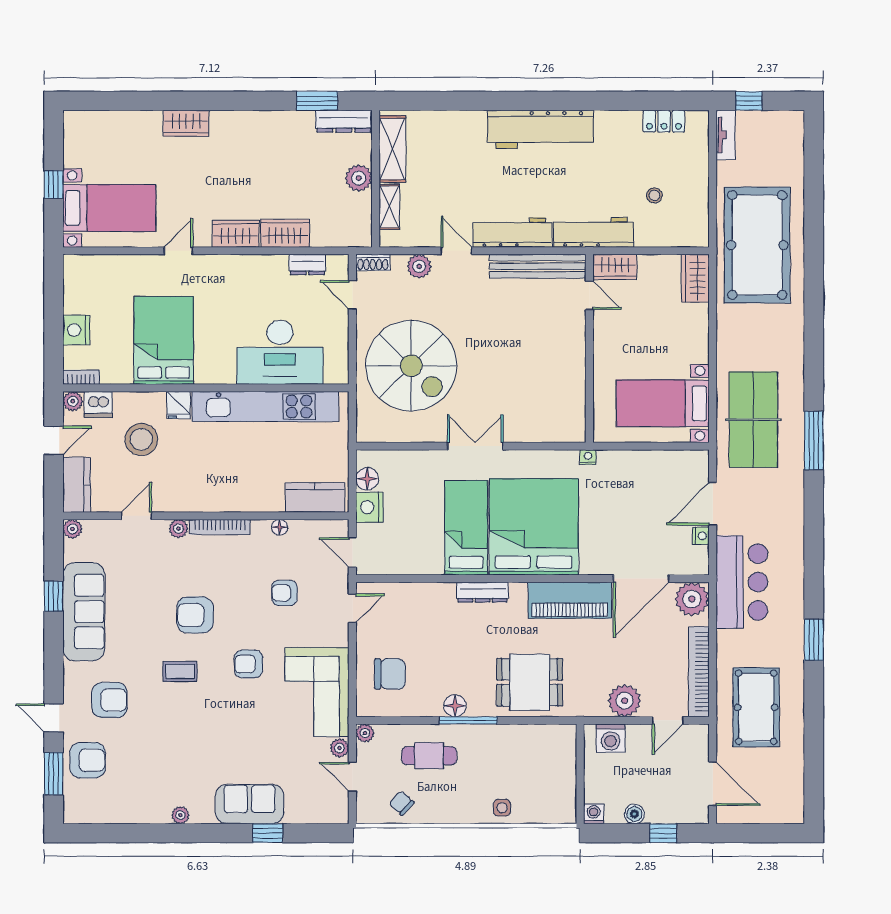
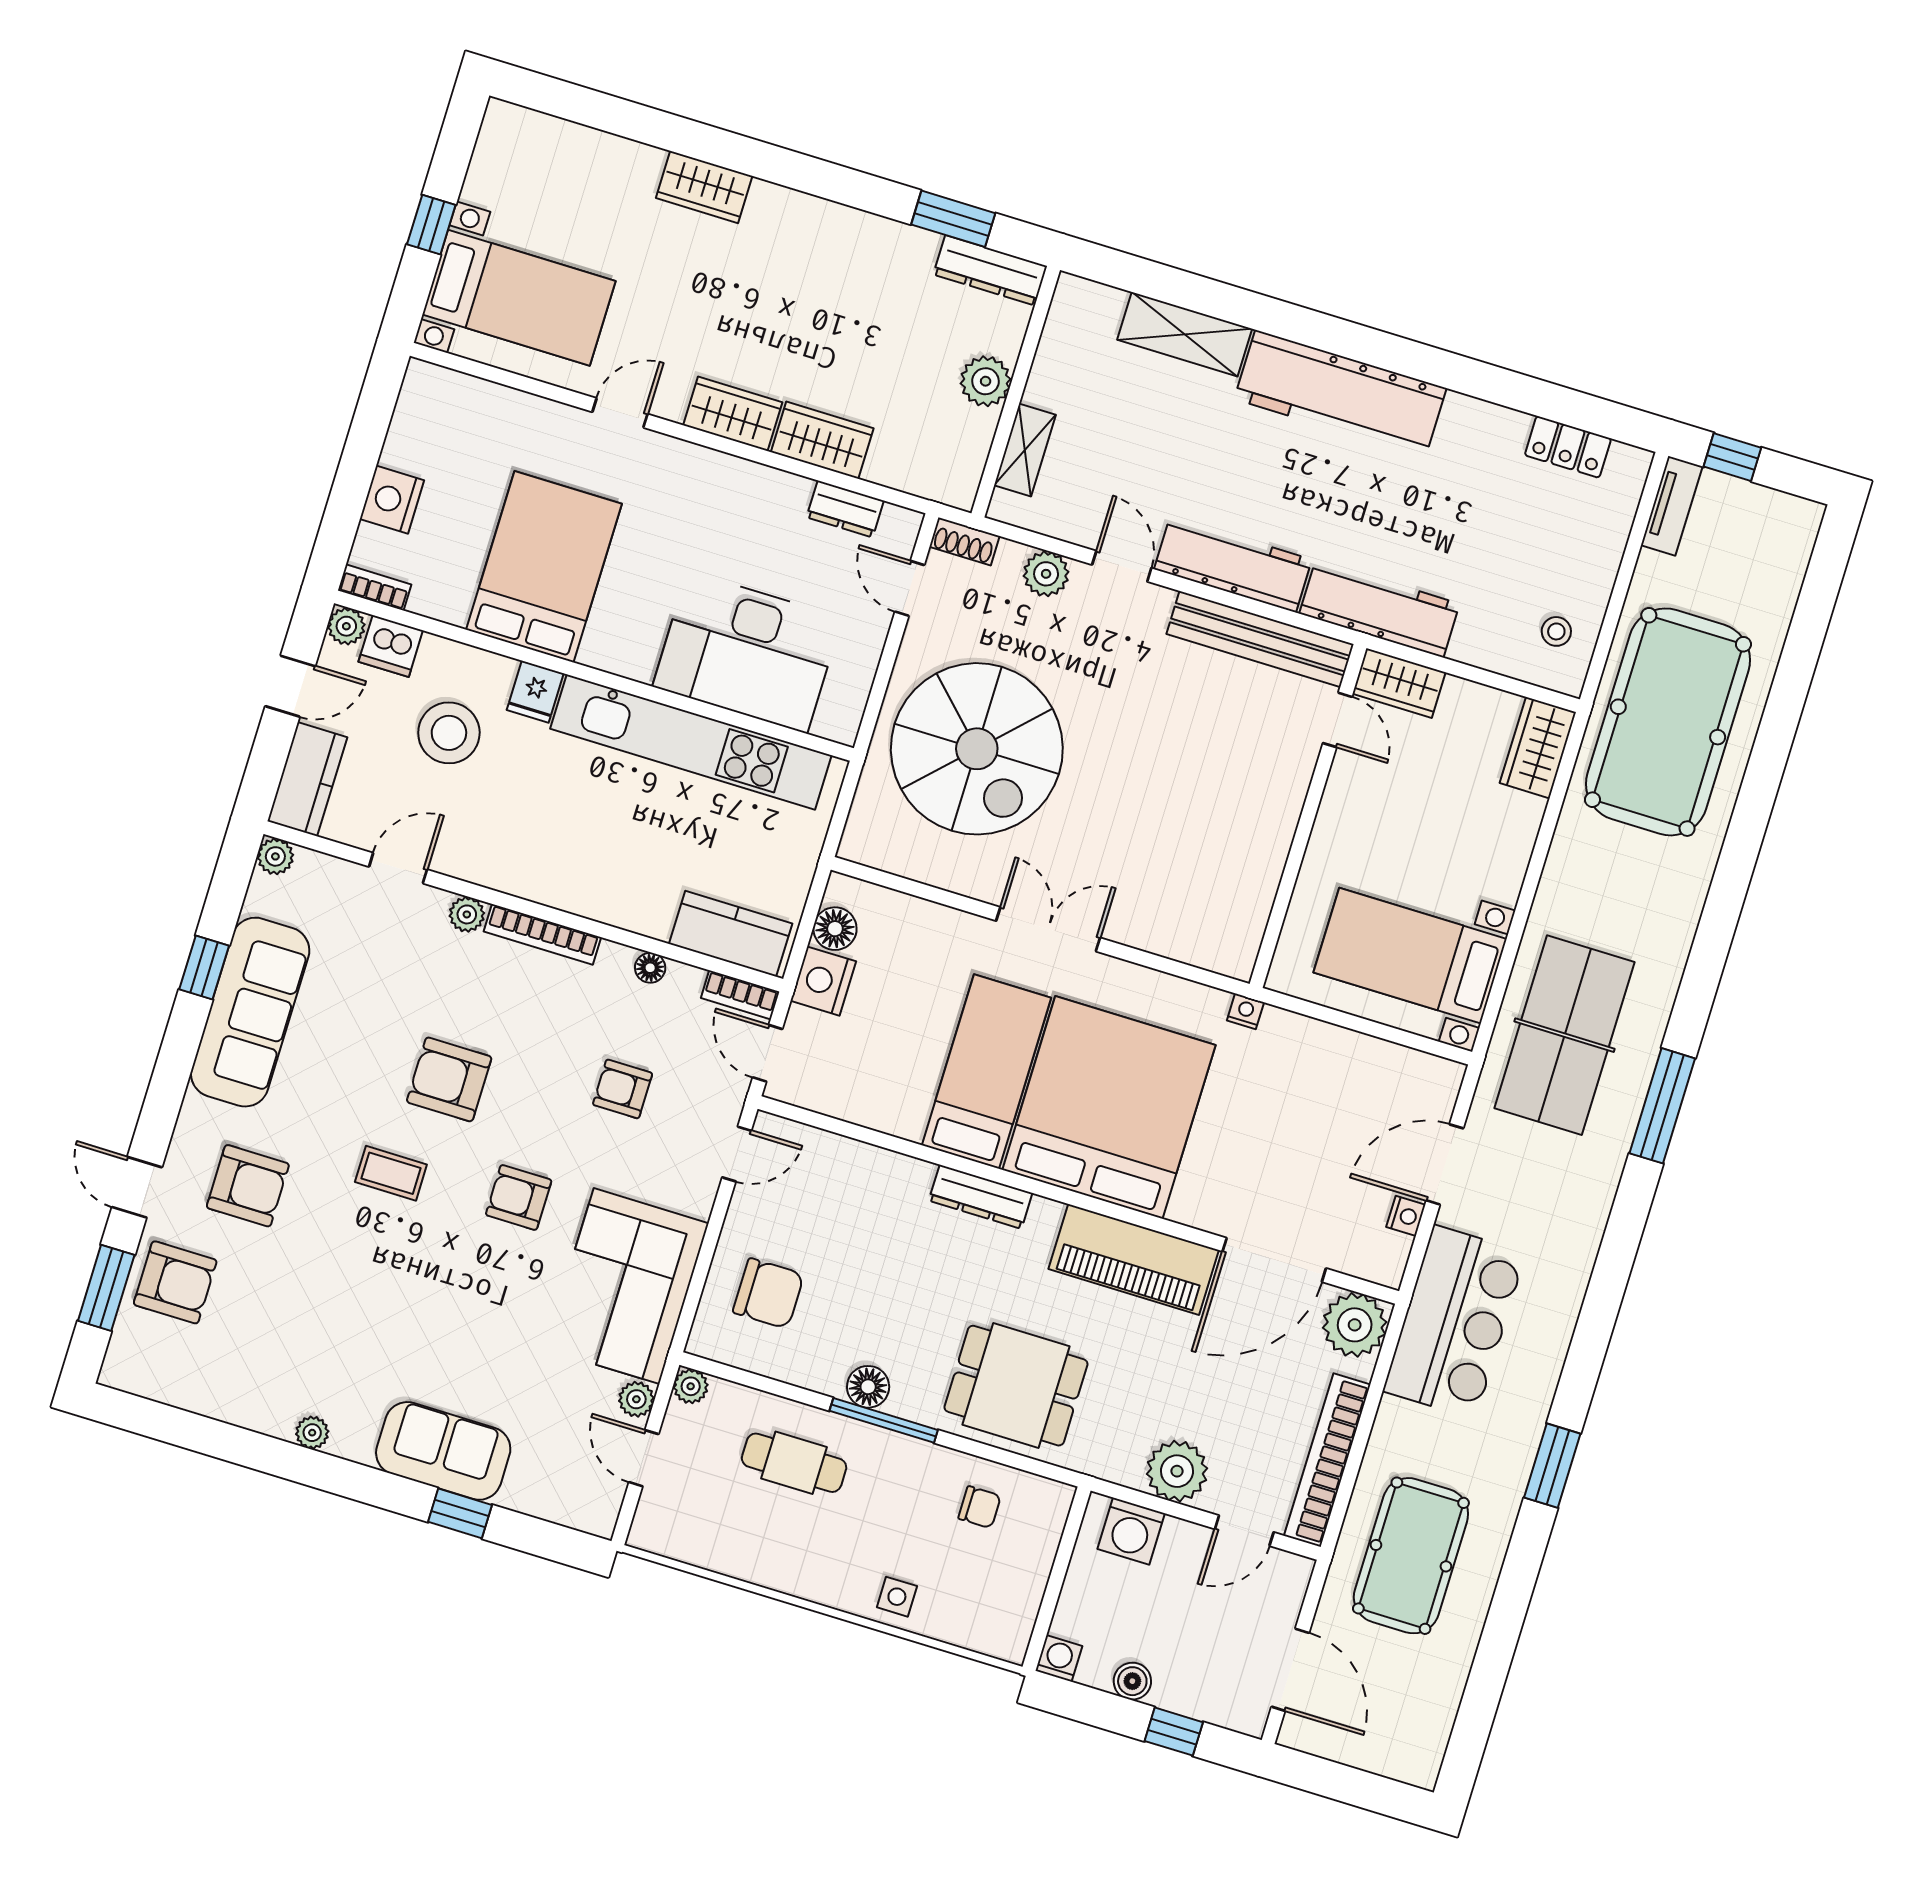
shelving: (392, 149) -> (1185, 334), moved, turned 90
stool: (654, 195) -> (1556, 631), moved
bookcase: (329, 527) -> (740, 995), added
chair: (402, 803) -> (980, 1507), moved, turned 138

